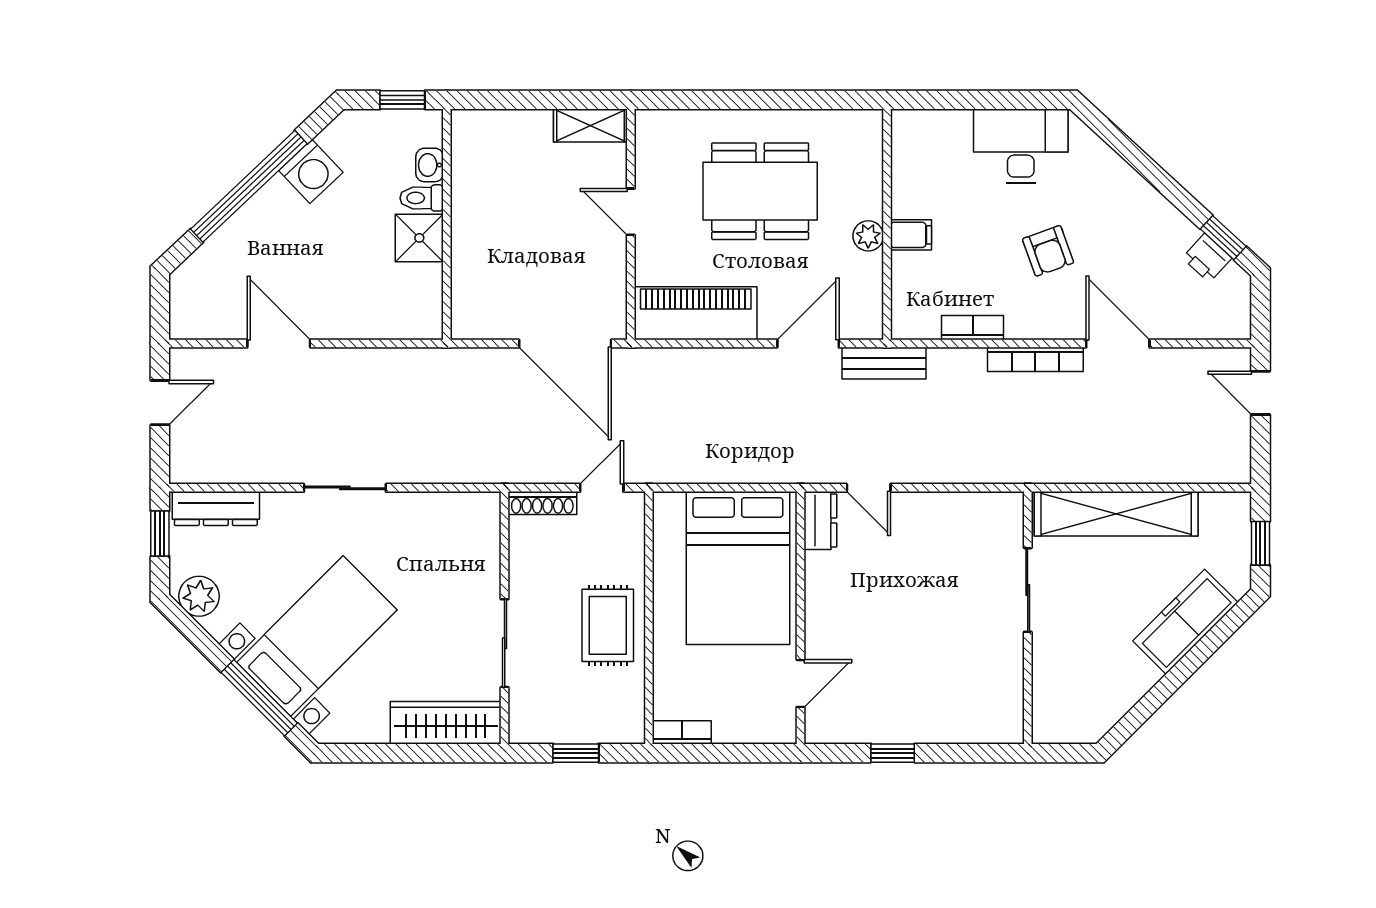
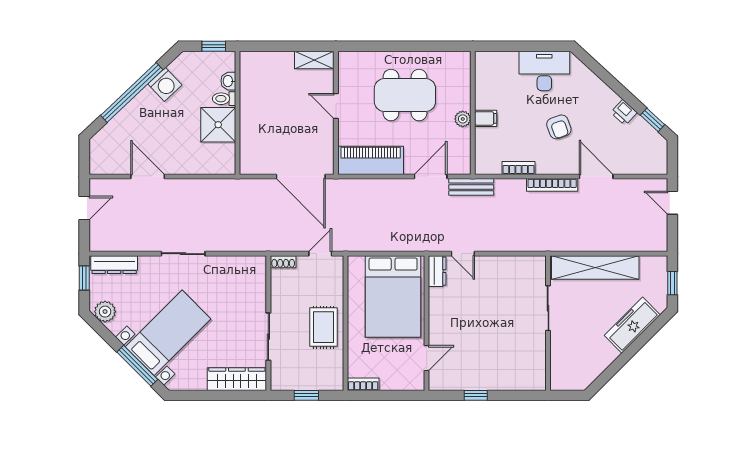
shower: (419, 238) -> (218, 125), width x1.36, depth x1.36
printer: (1207, 258) -> (624, 112), moved
shoe rack: (542, 503) -> (283, 262), width x0.70

